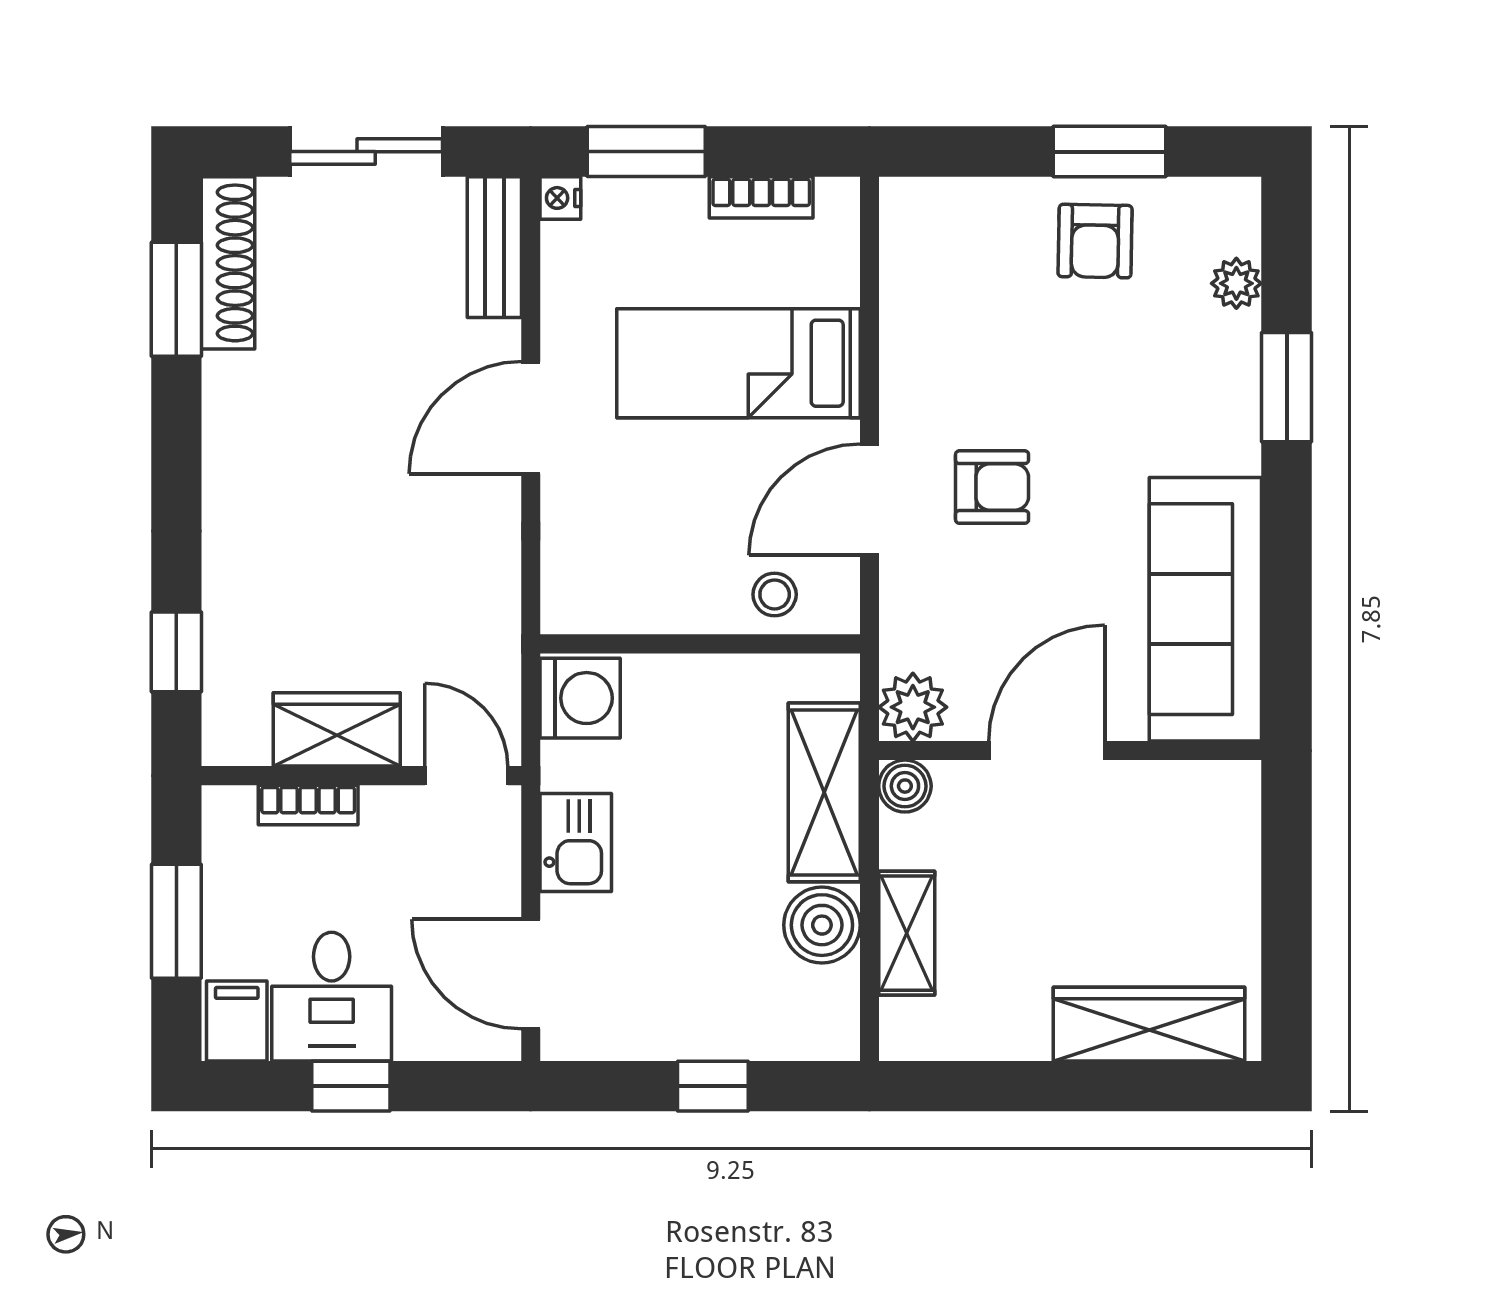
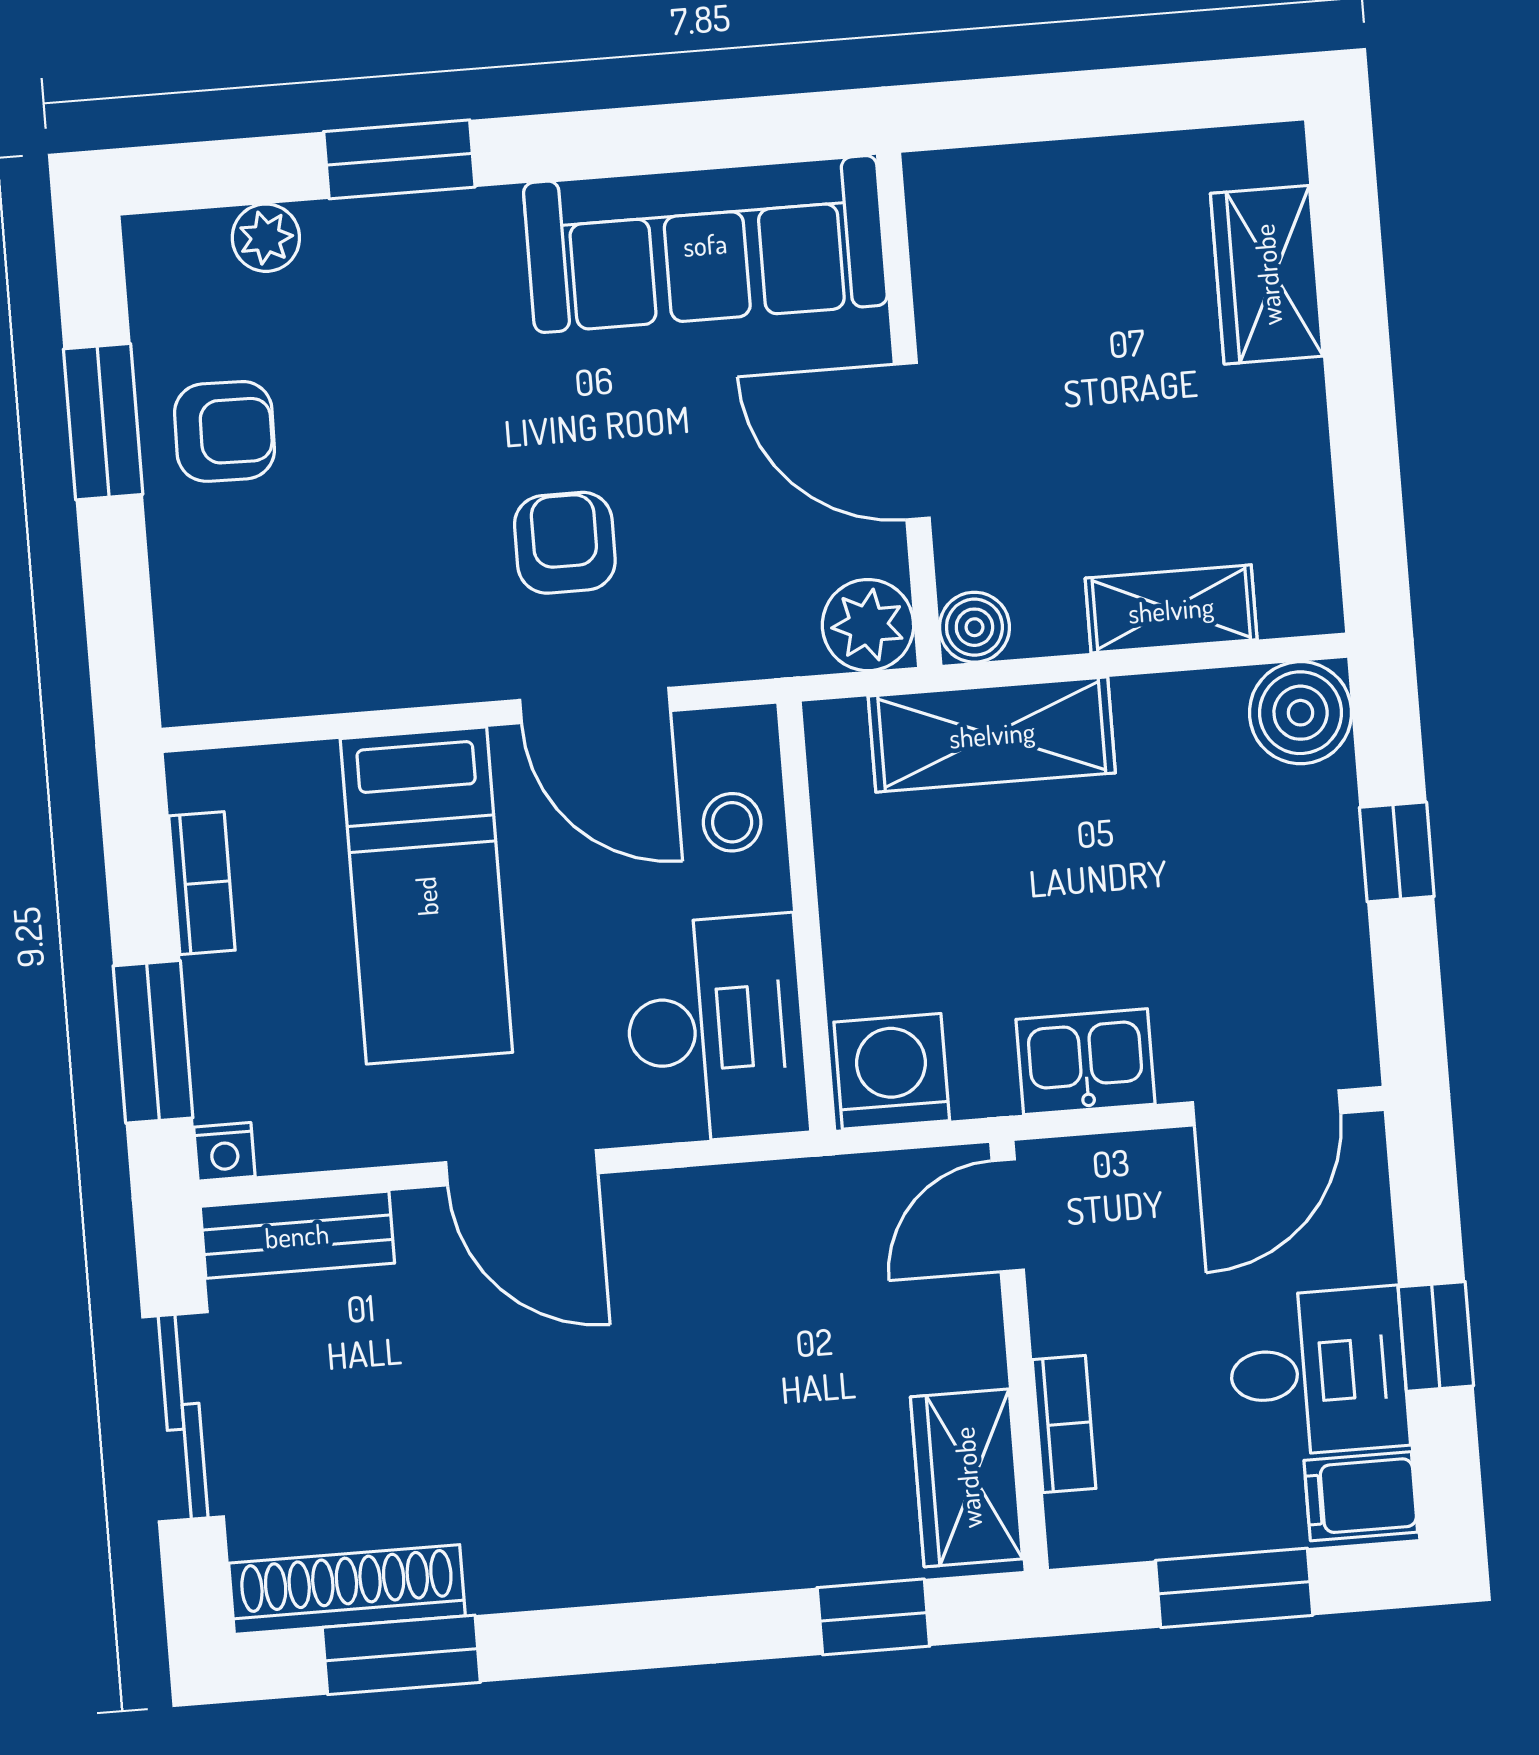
desk: (622, 570) -> (716, 1029), added
wardrobe: (337, 729) -> (967, 1478), moved
boiler: (822, 925) -> (1301, 713), moved
wardrobe: (1149, 1024) -> (1267, 275), width x0.67

